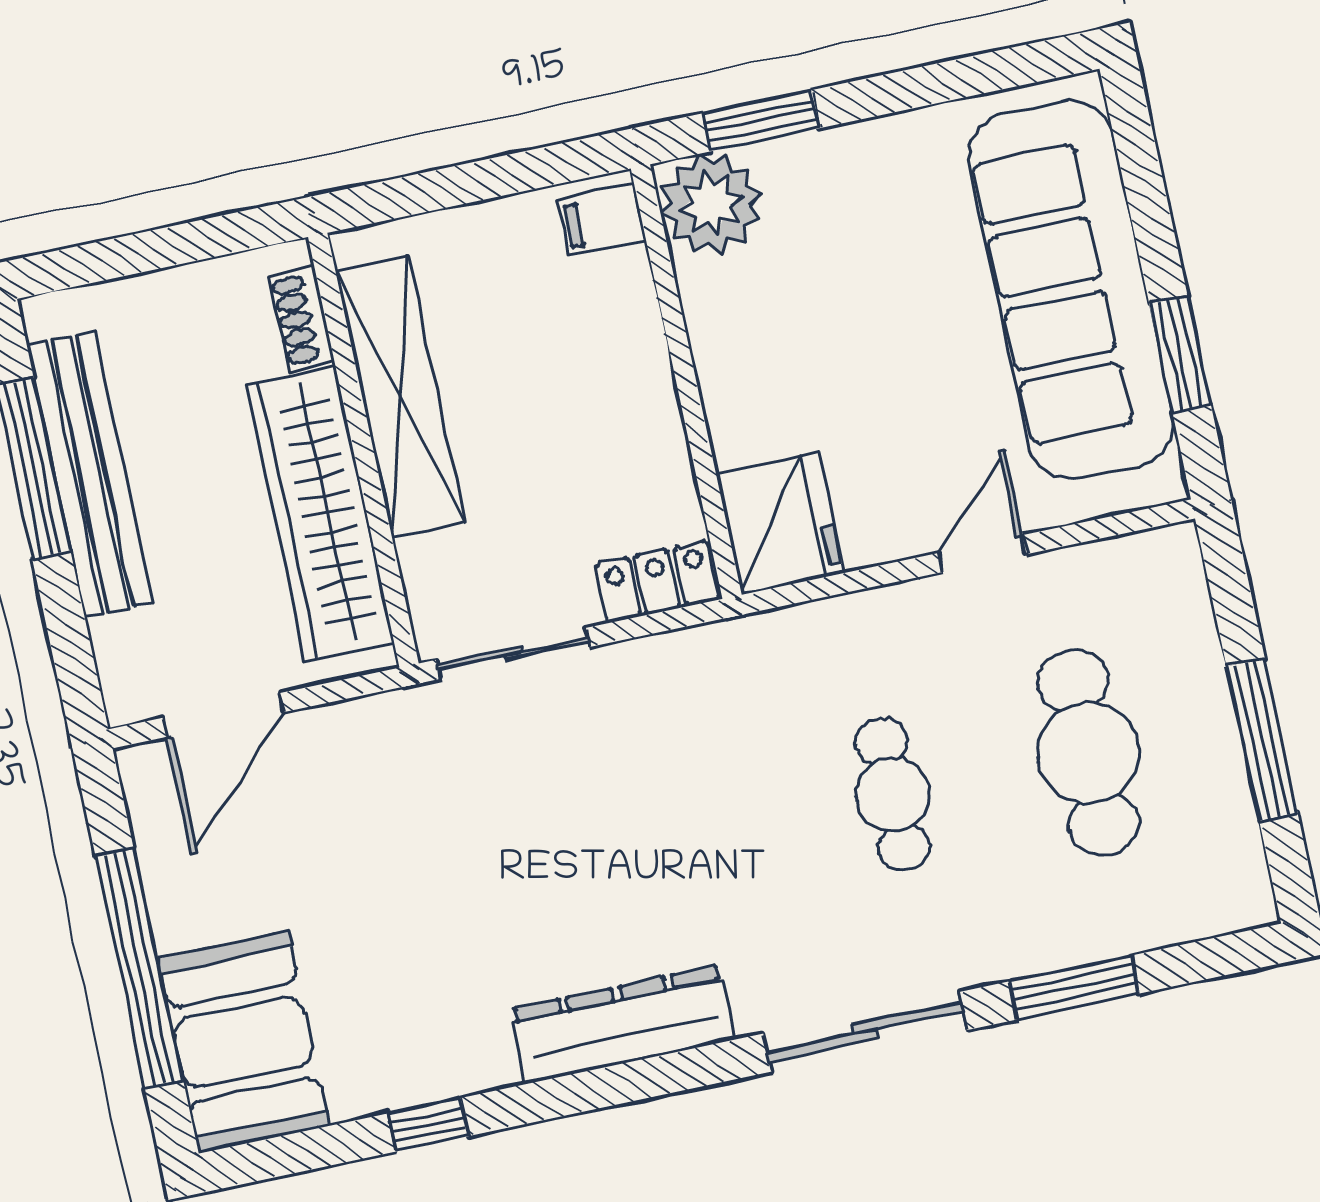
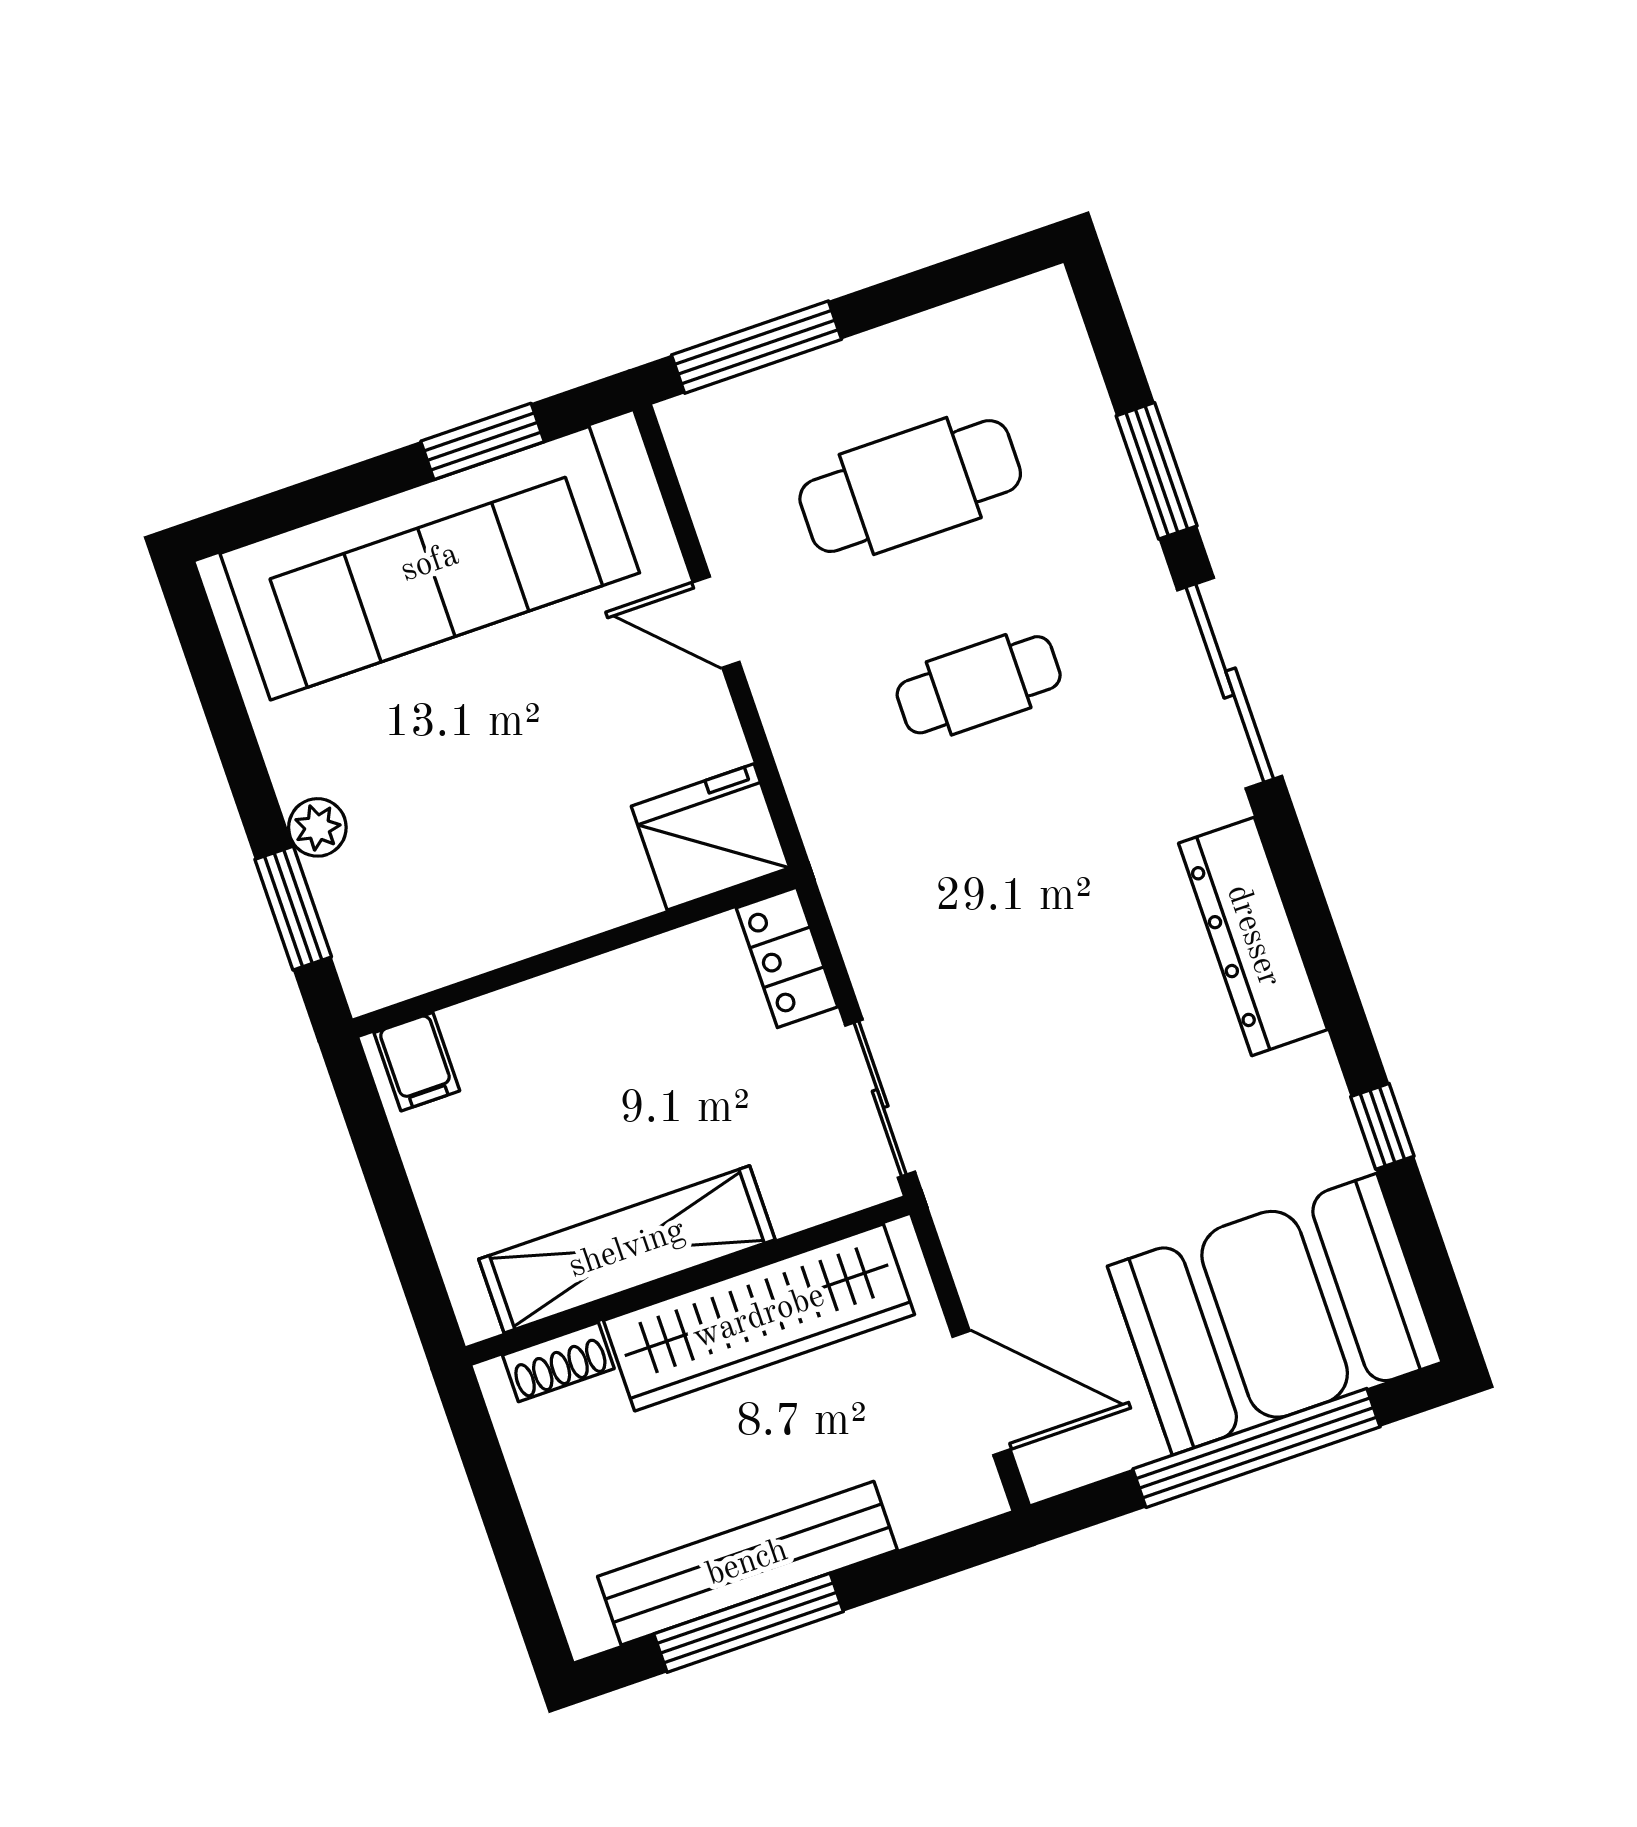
plant: (711, 204) -> (317, 827), moved, width x0.53, depth x0.53
window: (1262, 740) -> (757, 347), moved
booth: (243, 1042) -> (1275, 1314), width x1.36, depth x1.42

